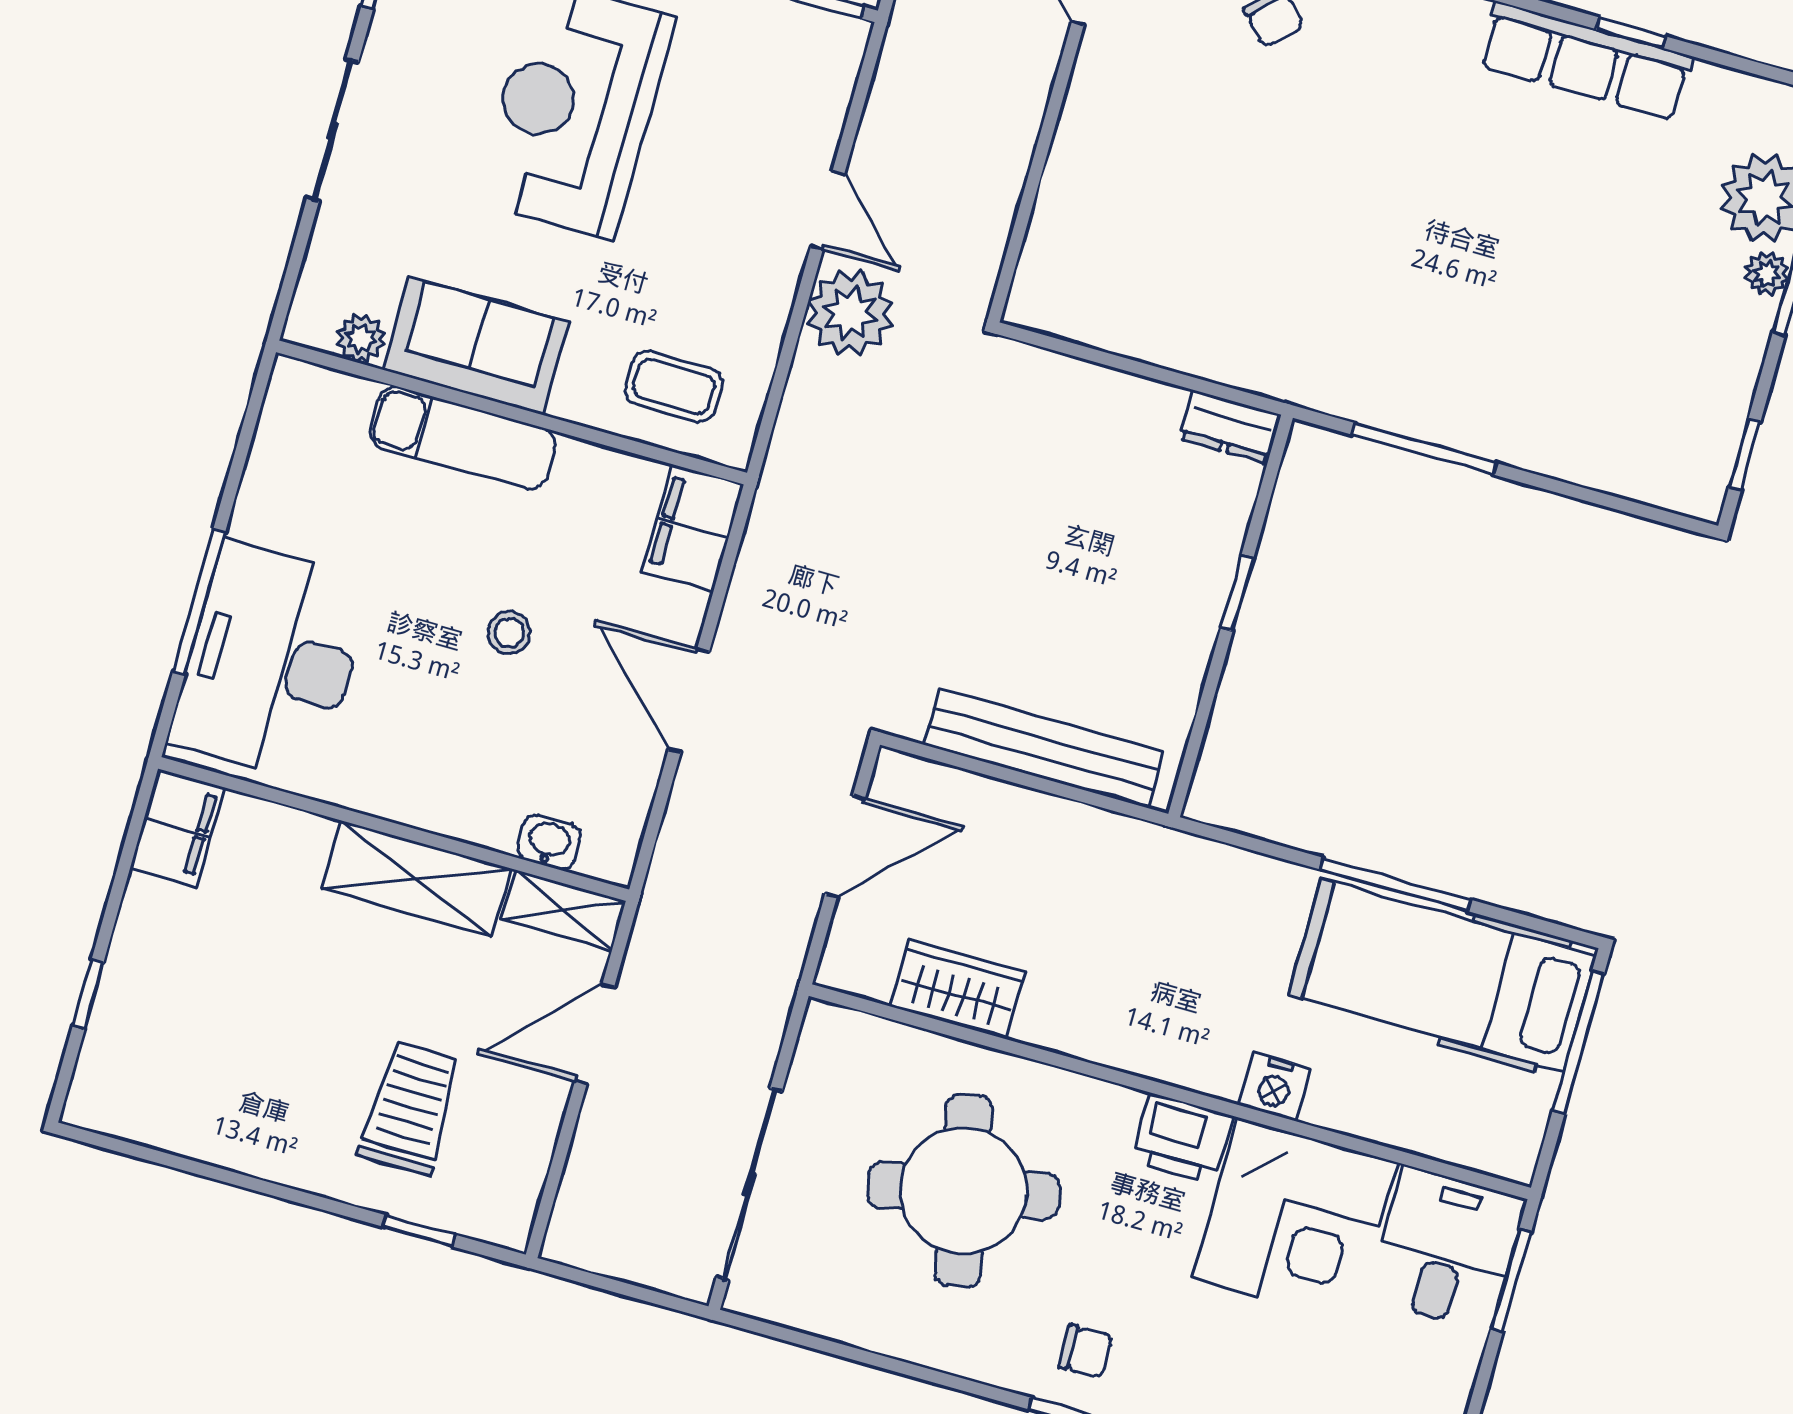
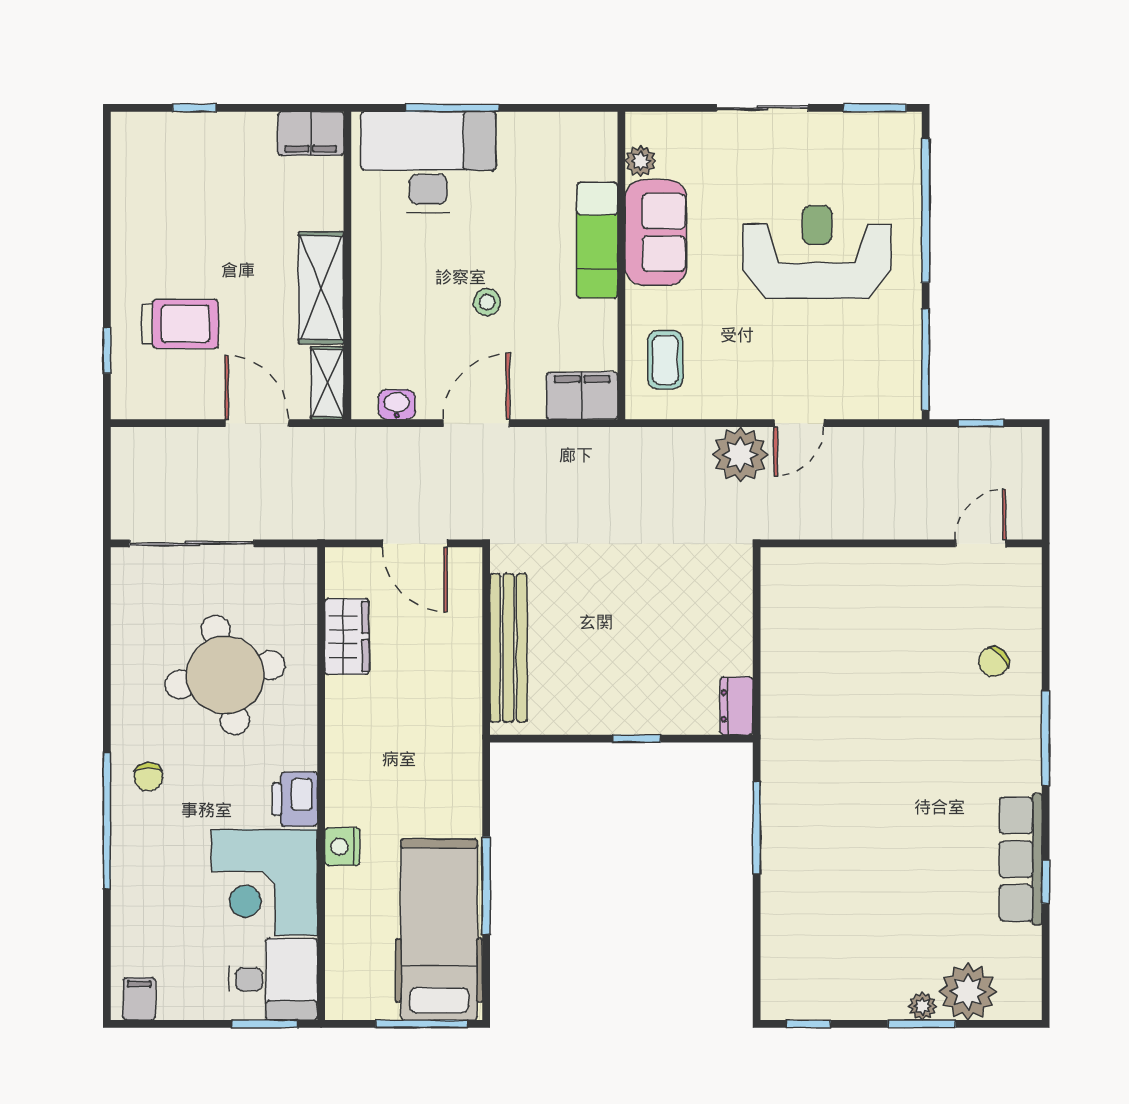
washbasin: (549, 842) -> (397, 404), moved, turned -90

